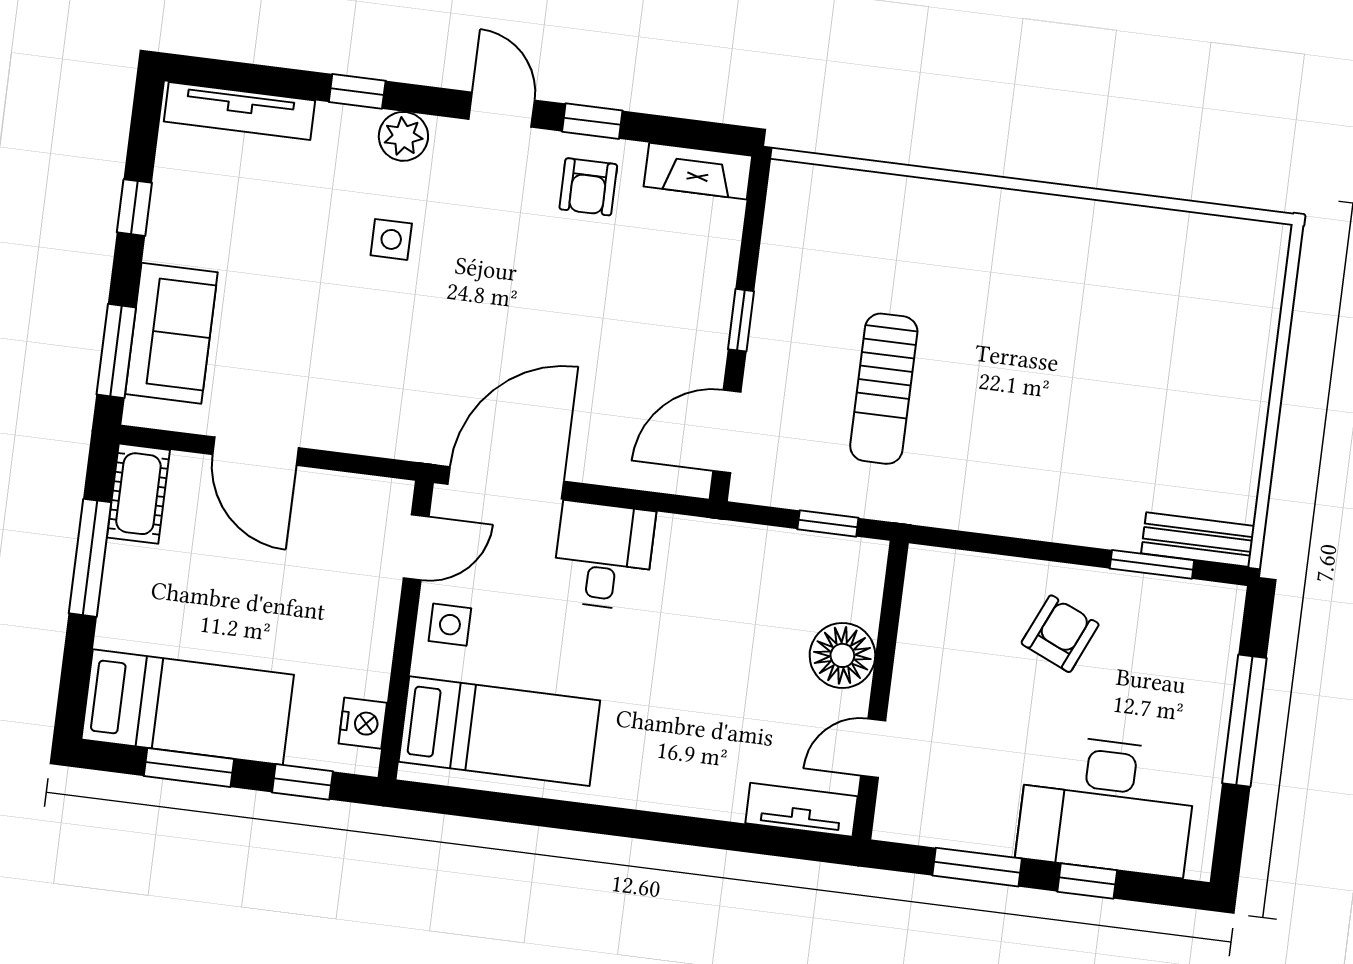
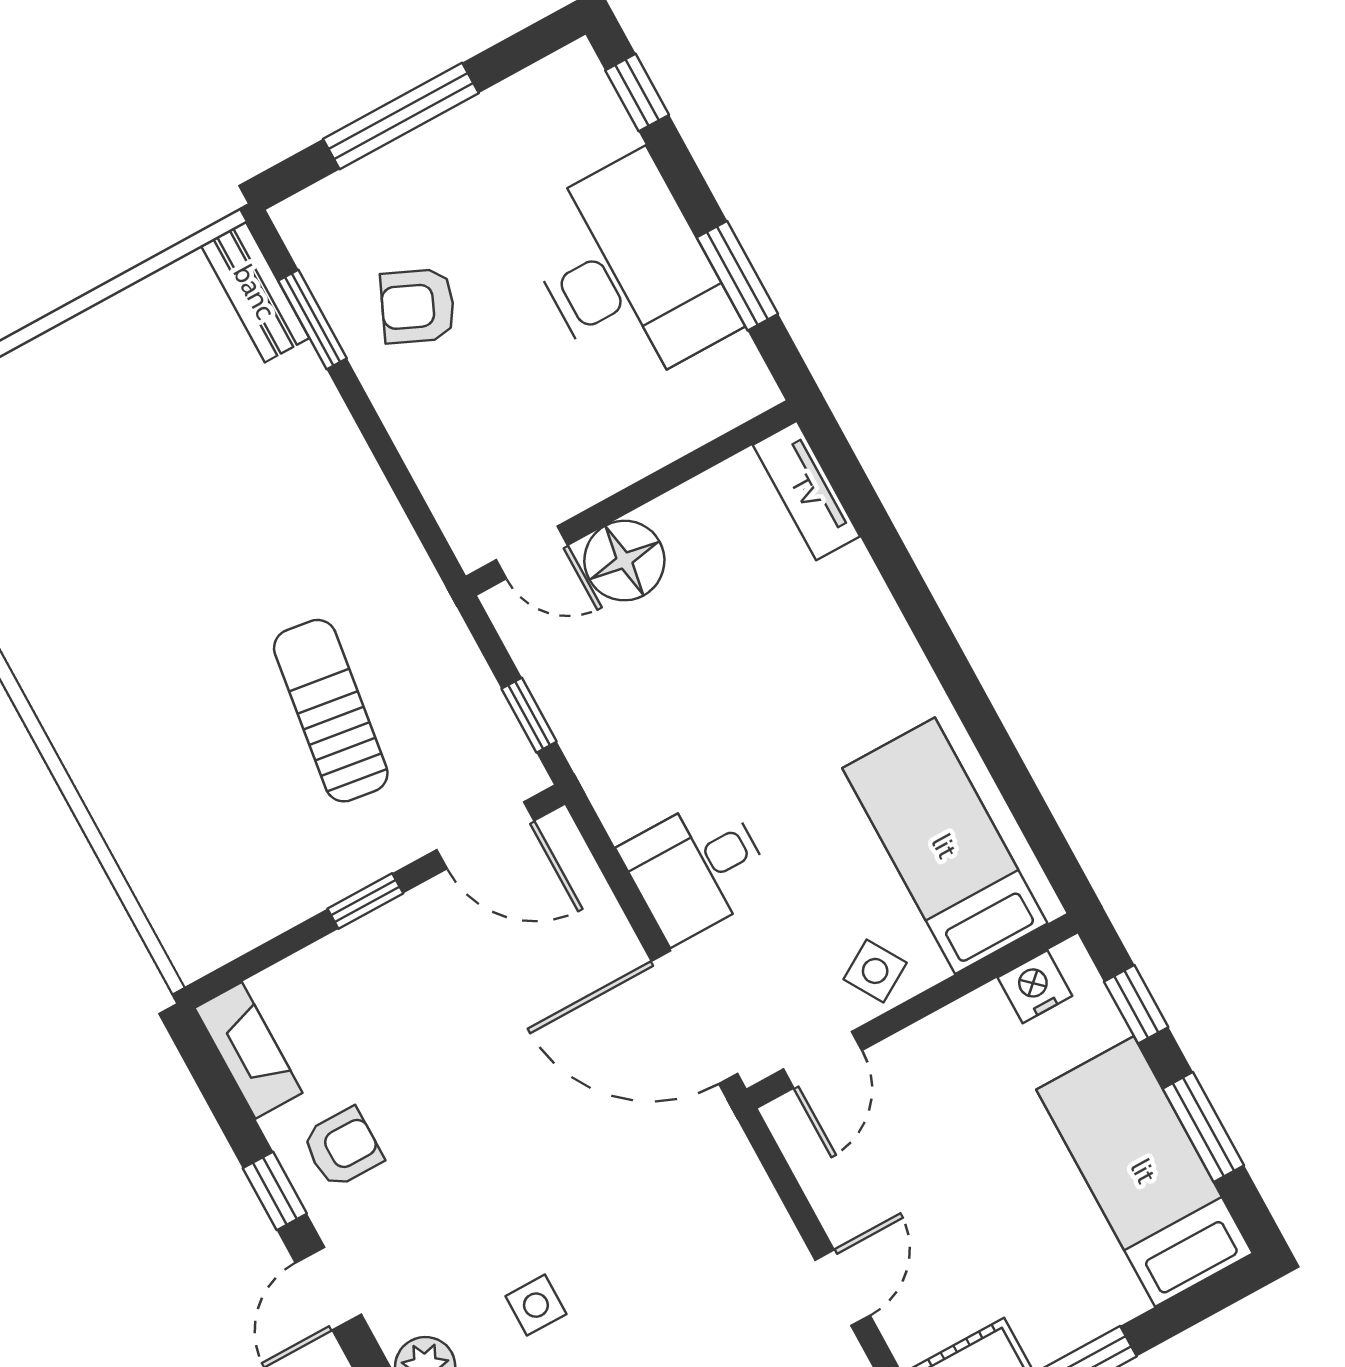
sun lounger: (884, 389) -> (331, 711), turned -82
door: (256, 451) -> (843, 1288), width x0.73
window: (828, 523) -> (529, 715), moved
door: (416, 547) -> (823, 1060), swing flipped
side table: (450, 625) -> (875, 971), turned -31
armchair: (1060, 634) -> (418, 306), moved
door: (873, 748) -> (532, 552), moved
desk: (1107, 805) -> (628, 273), moved
window: (1087, 881) -> (637, 93), moved

